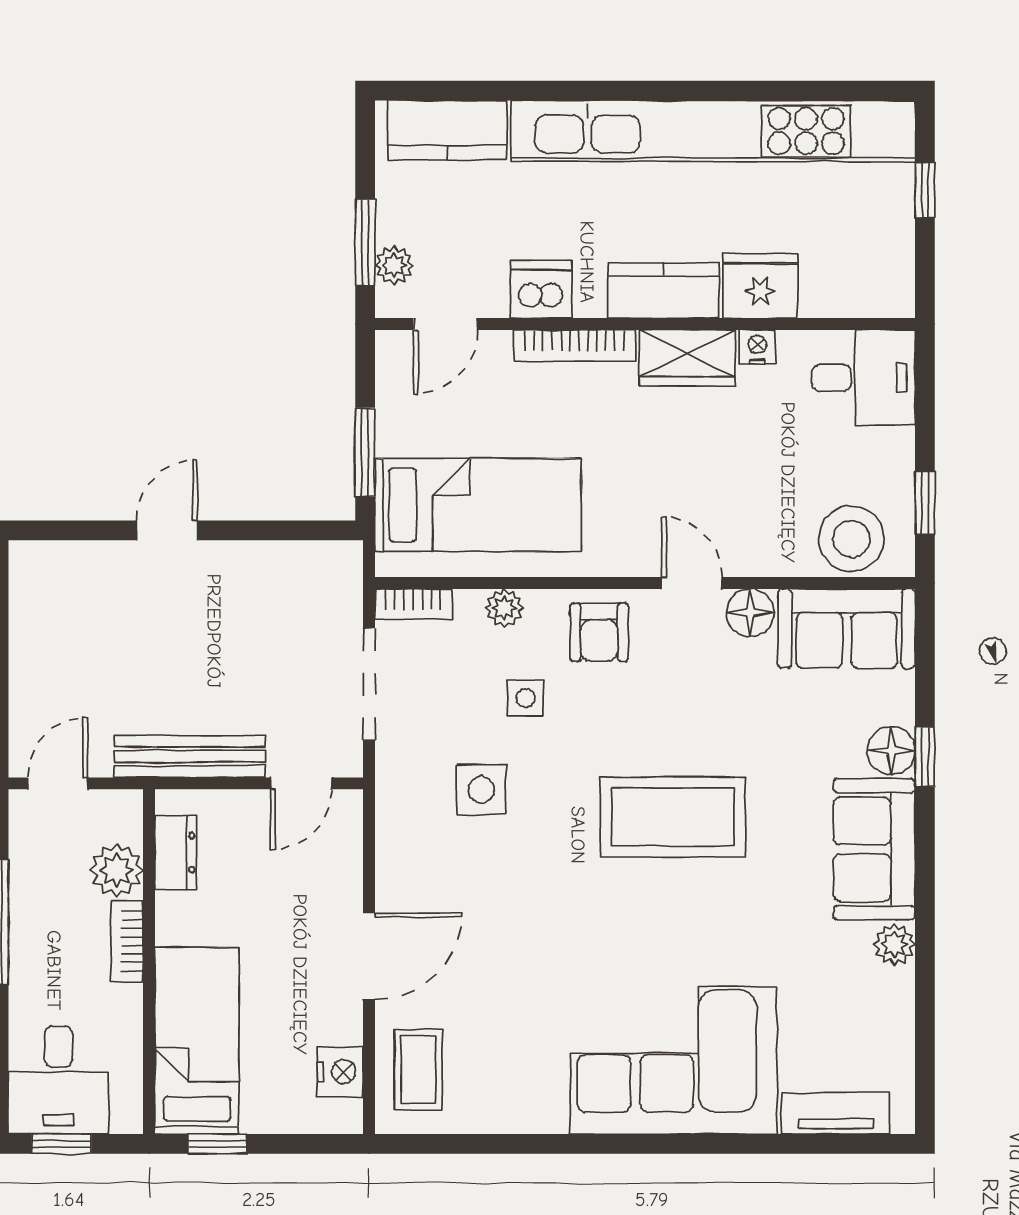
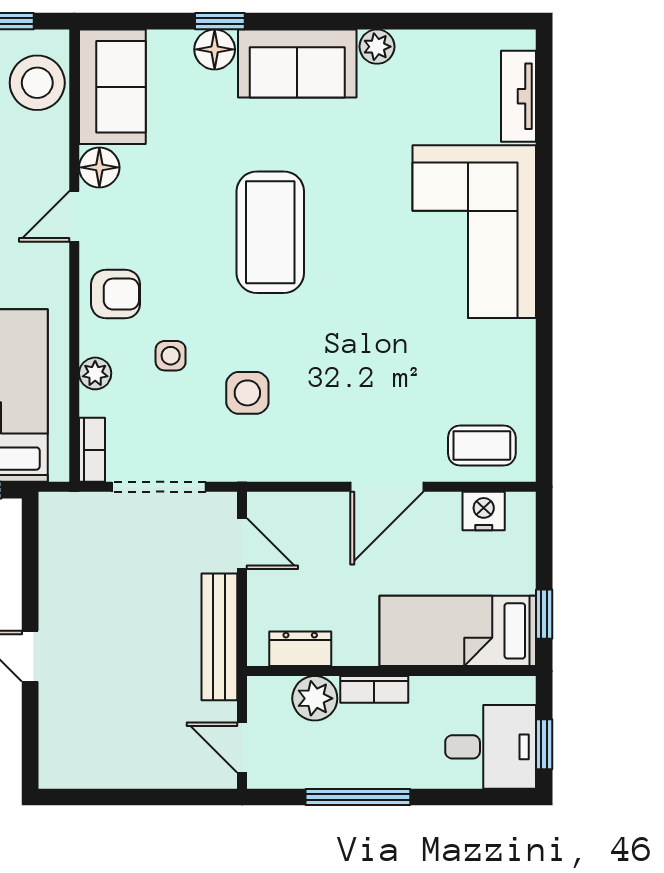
door: (369, 956) -> (387, 487), swing flipped

